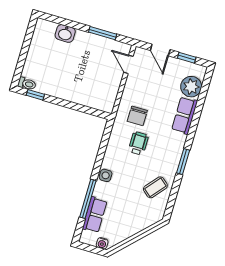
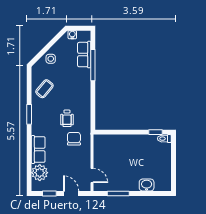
side table: (106, 175) -> (51, 59), moved

